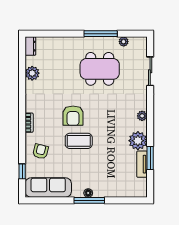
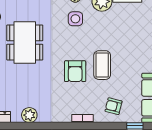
armchair: (73, 116) -> (75, 71), turned 90
side table: (122, 116) -> (75, 19), added

